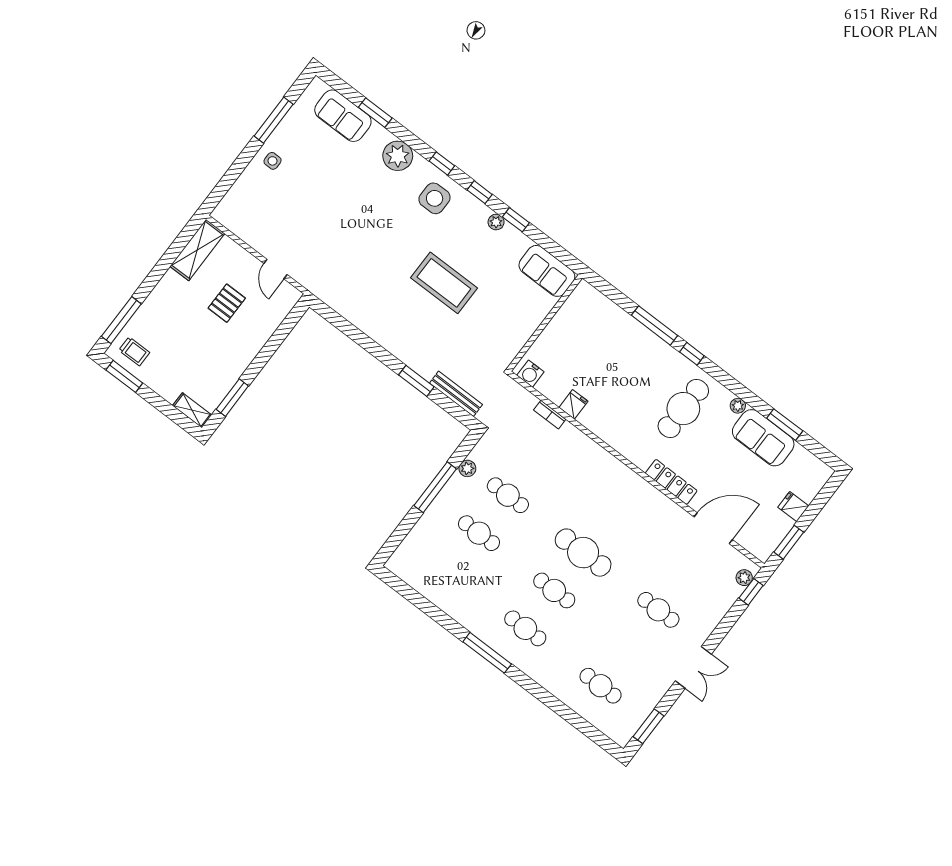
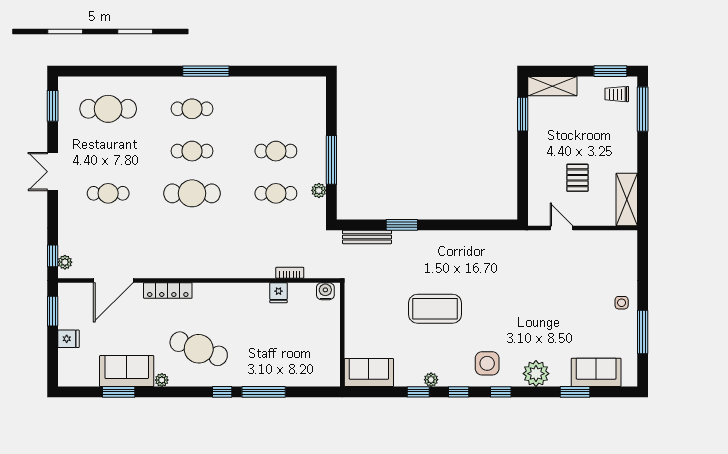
cafe table: (683, 409) -> (199, 349), turned -70
shelving: (192, 410) -> (552, 86), width x1.50, depth x1.33
cafe table: (601, 686) -> (108, 109), width x1.37, depth x1.35

